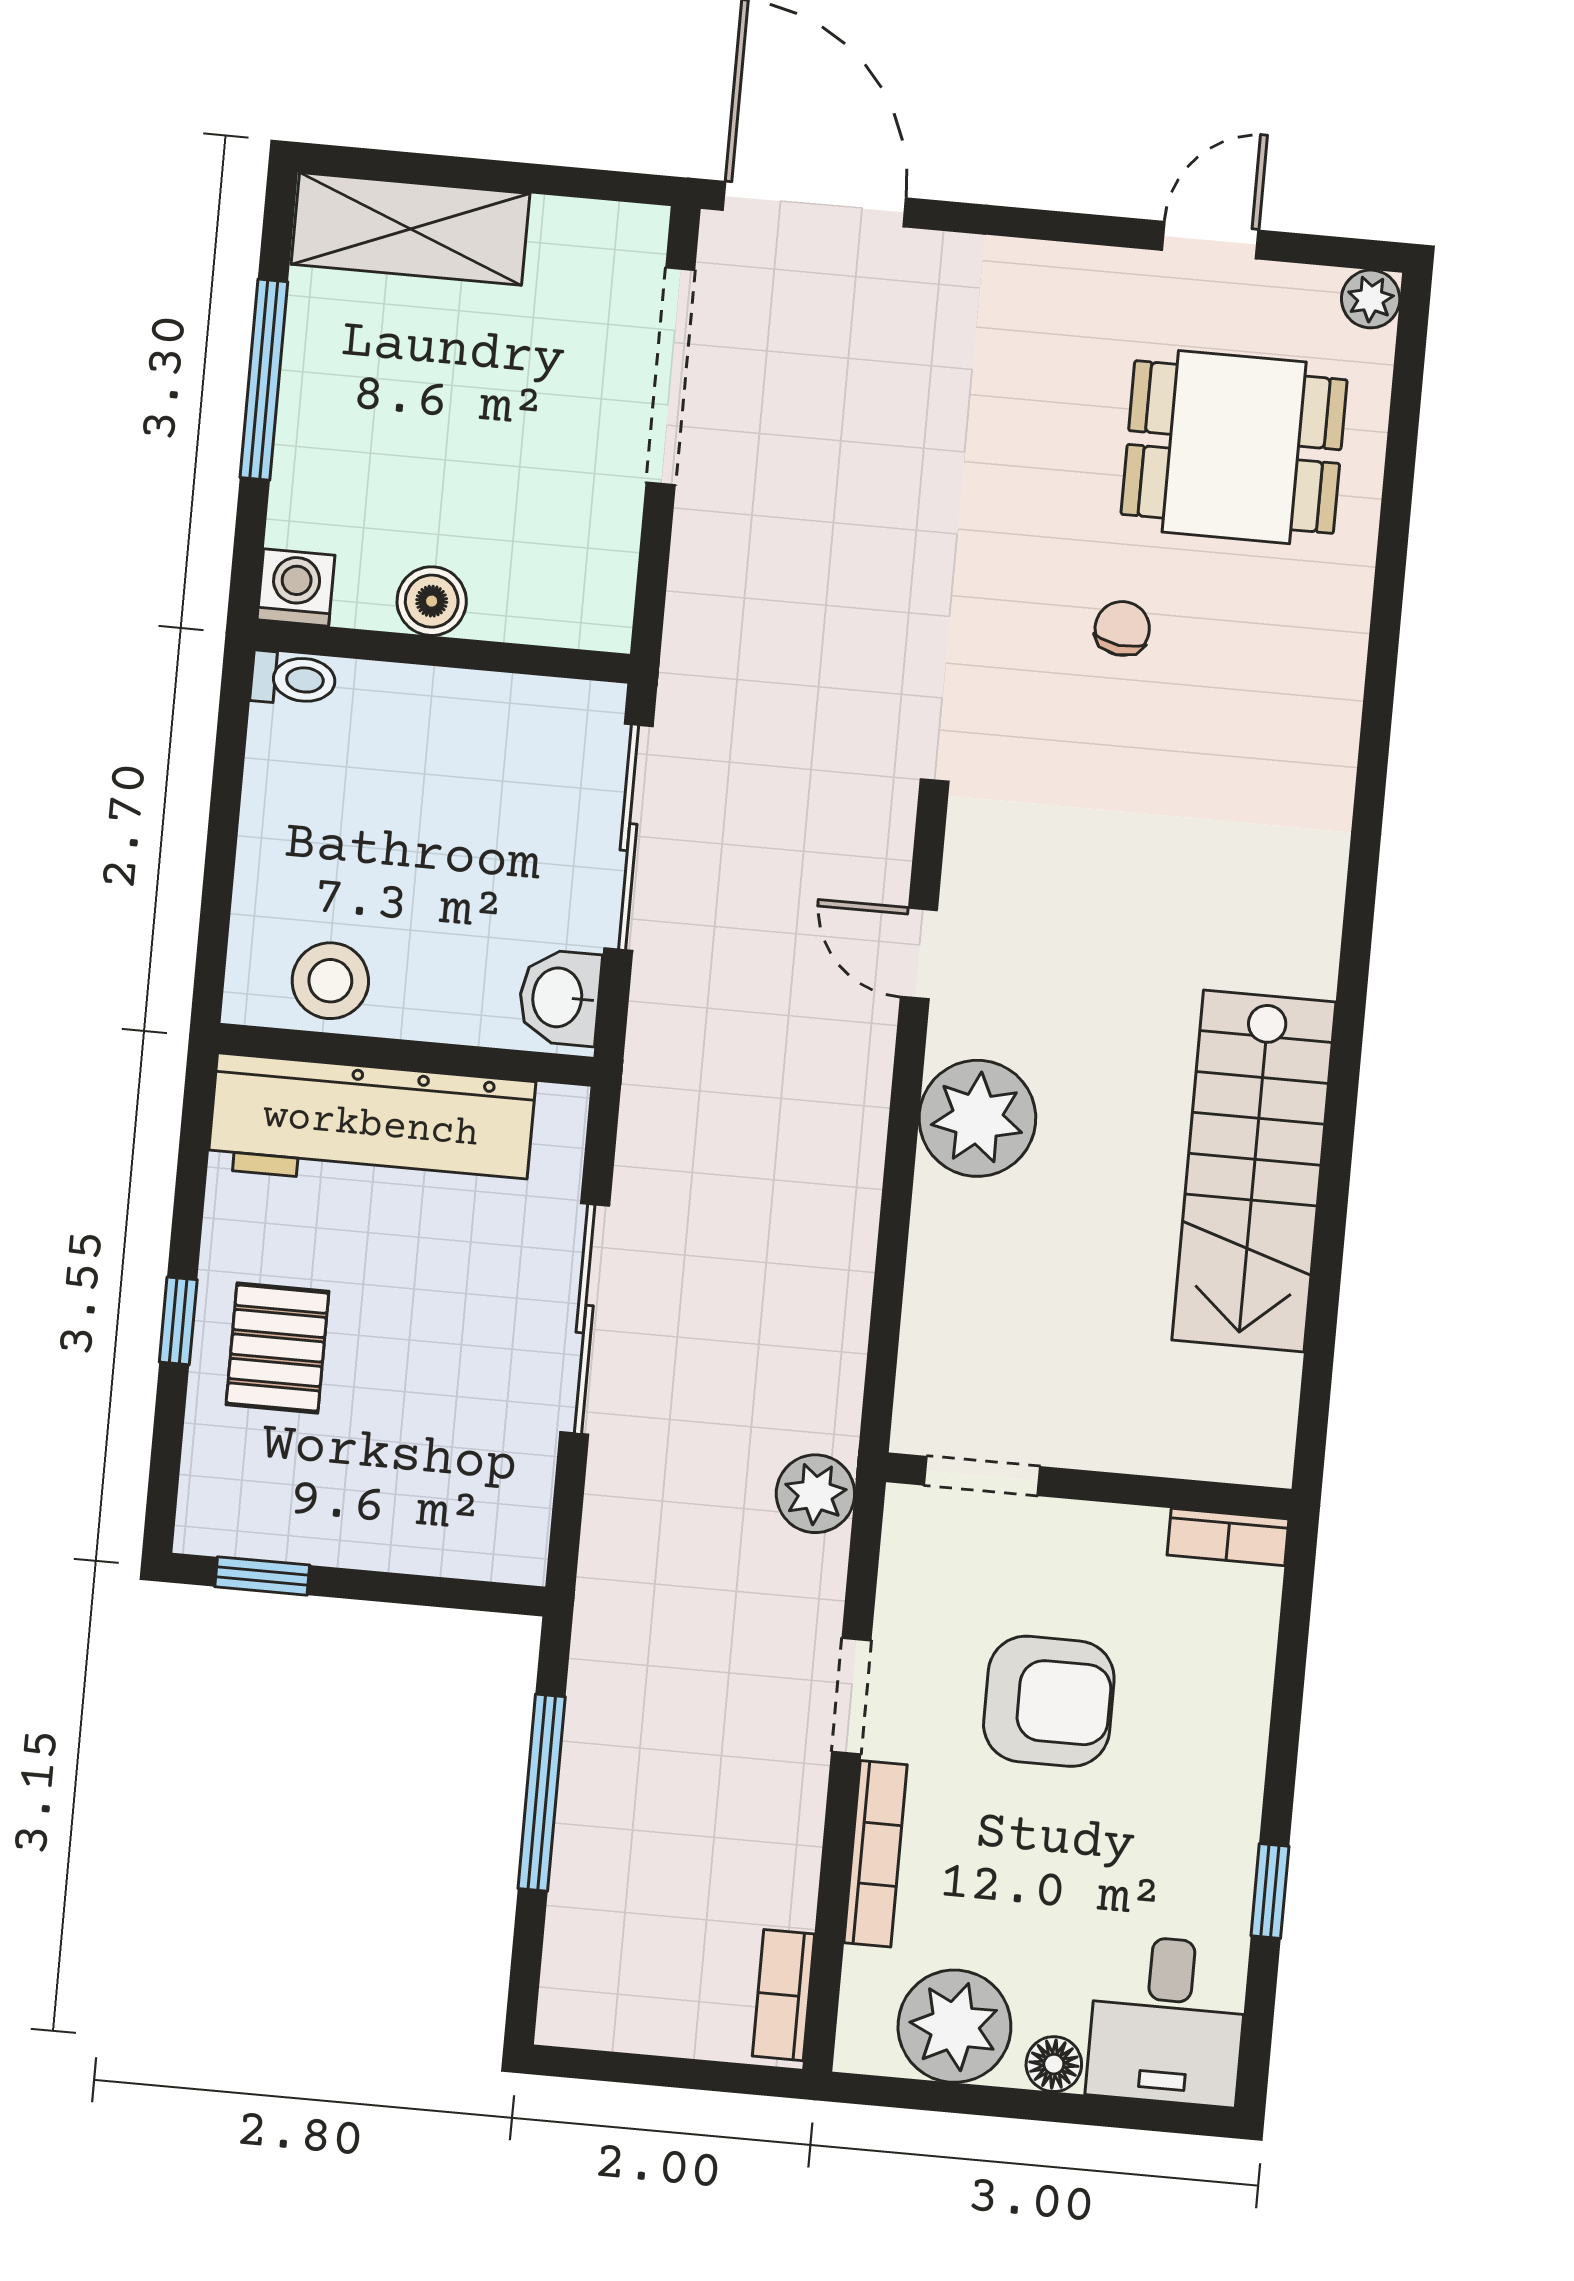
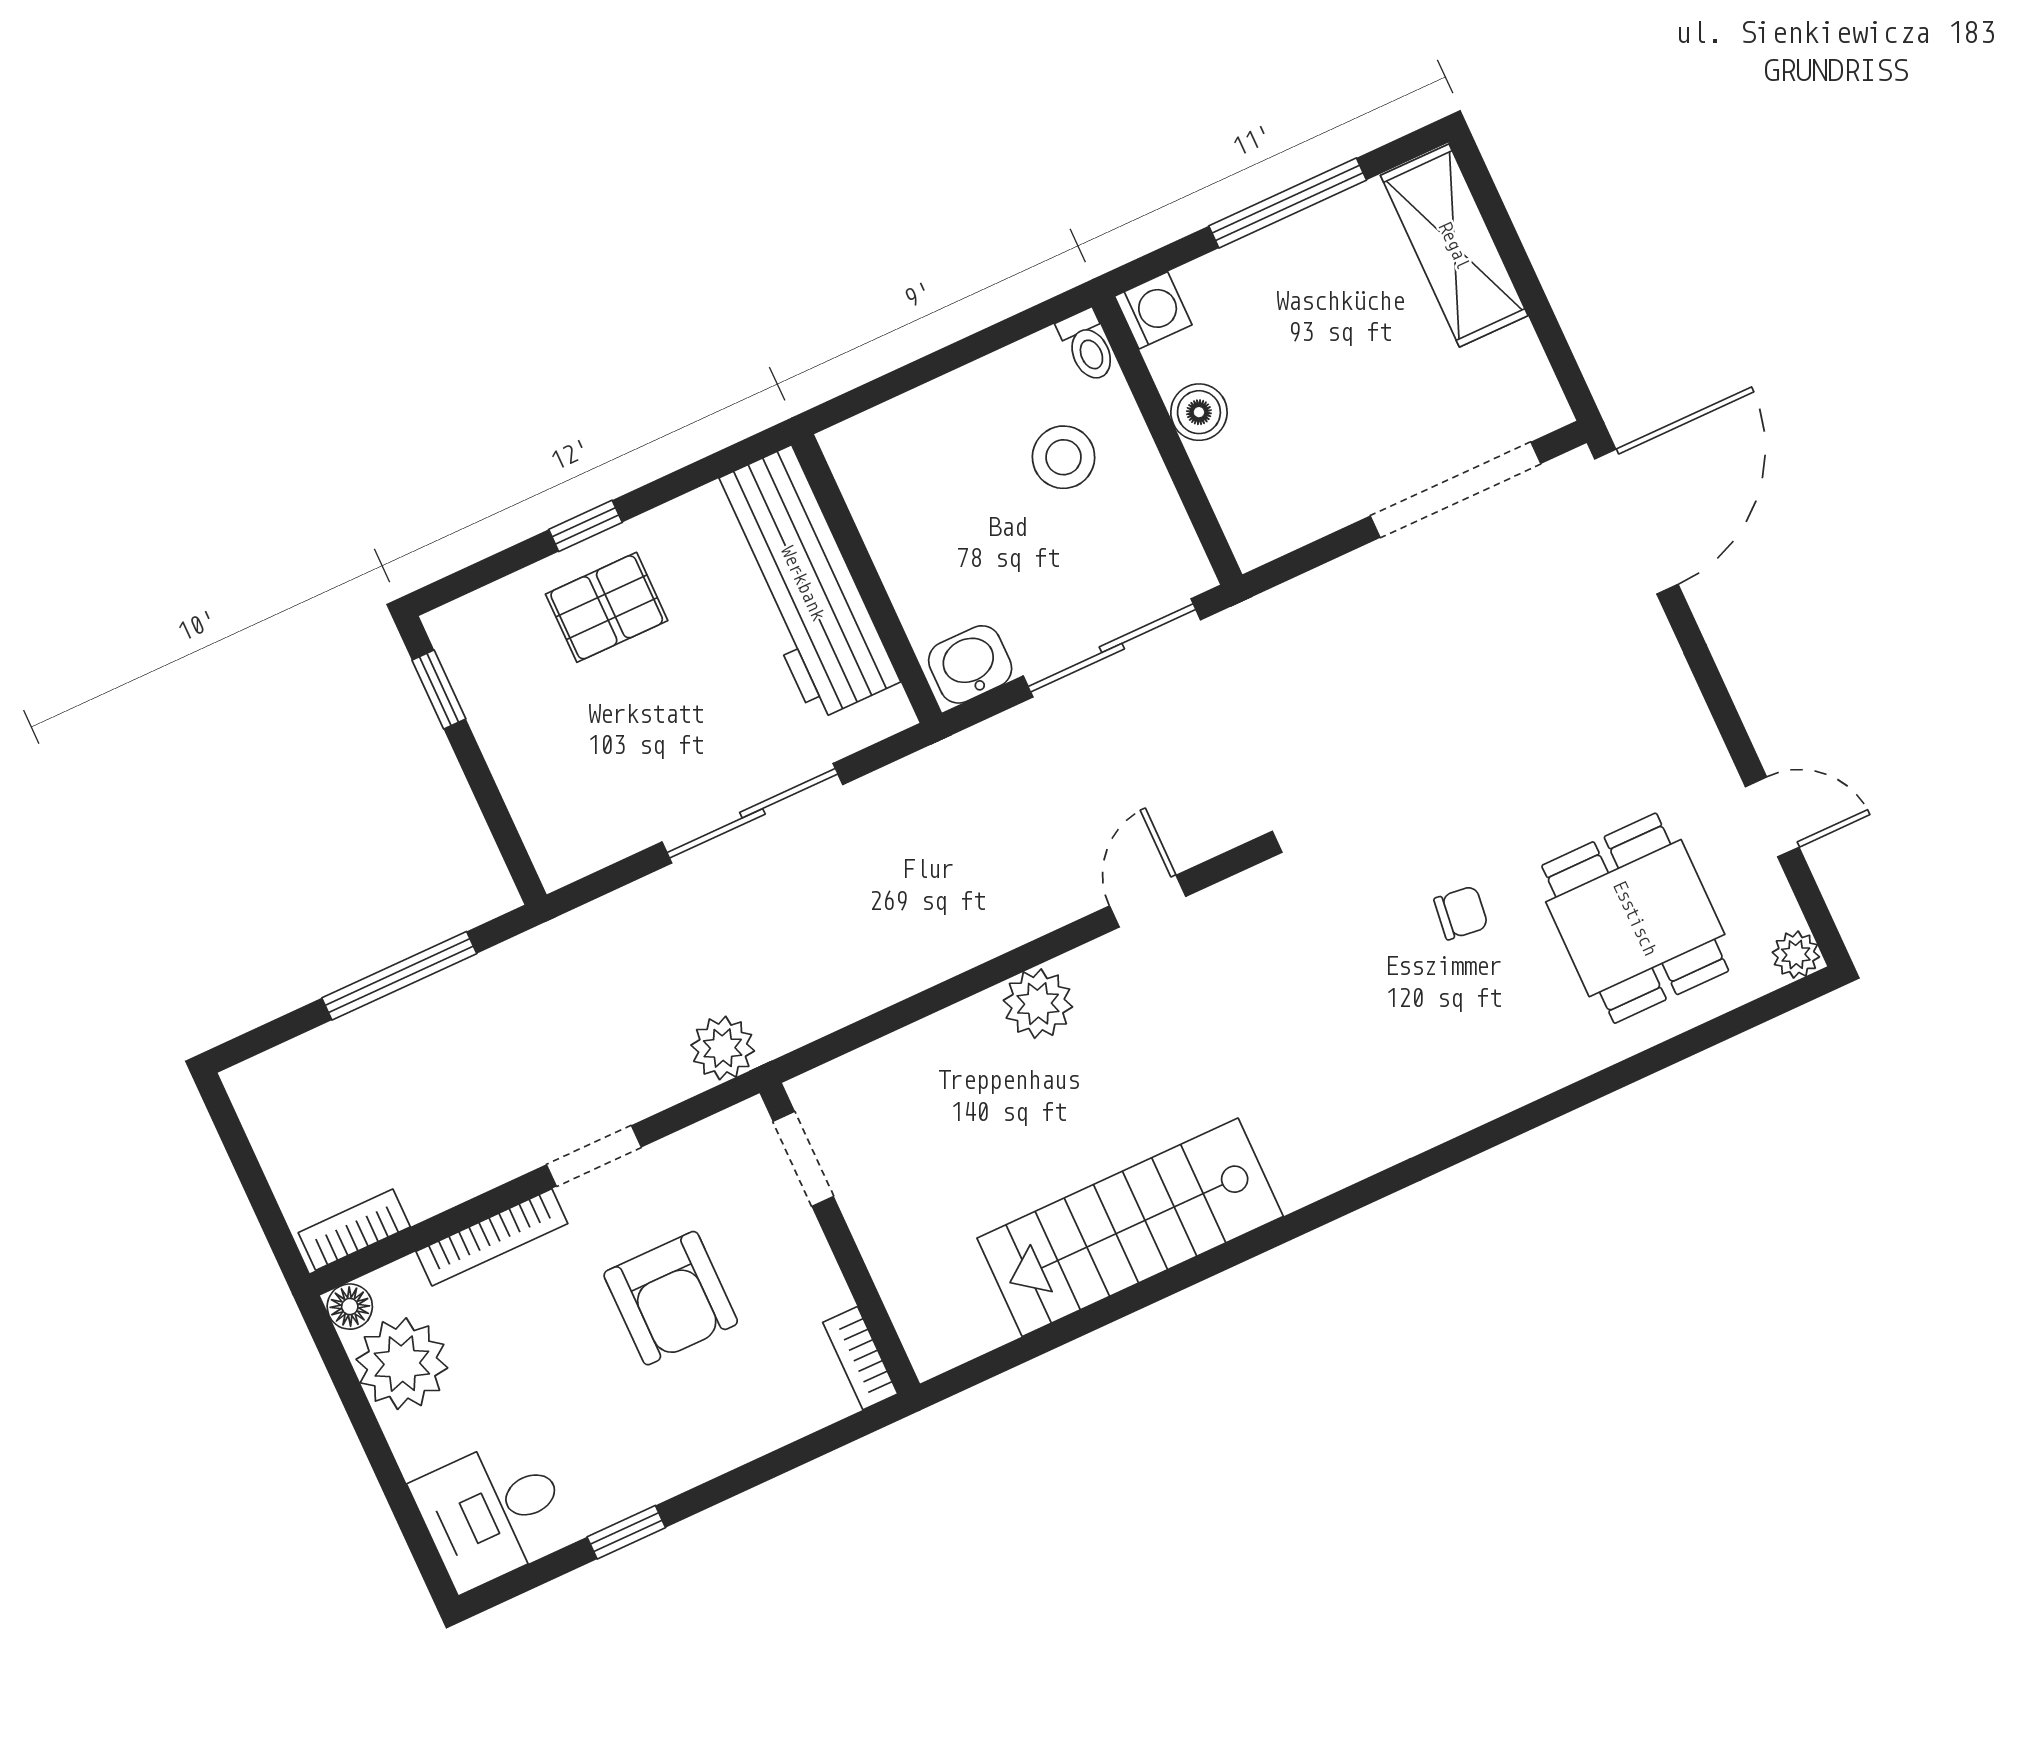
stool: (330, 981) -> (1064, 457), moved
plant: (977, 1118) -> (1038, 1004), width x0.73, depth x0.73
floor lamp: (1054, 2064) -> (350, 1307), moved

